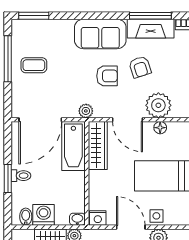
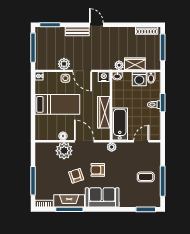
door: (40, 120) -> (141, 141), width x0.53
wardrobe: (98, 146) -> (104, 112), moved

